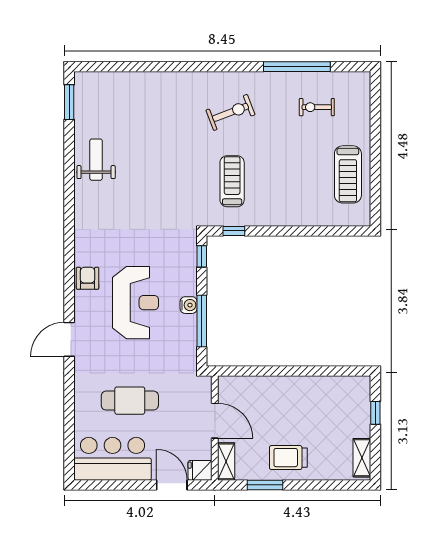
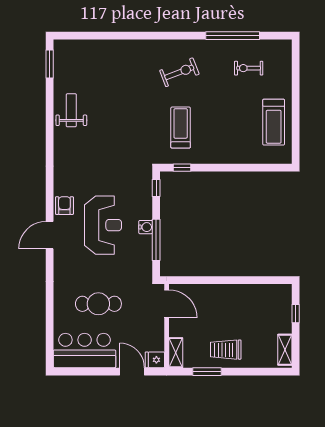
door: (69, 339) -> (50, 235), moved
door: (215, 421) -> (167, 304), moved

